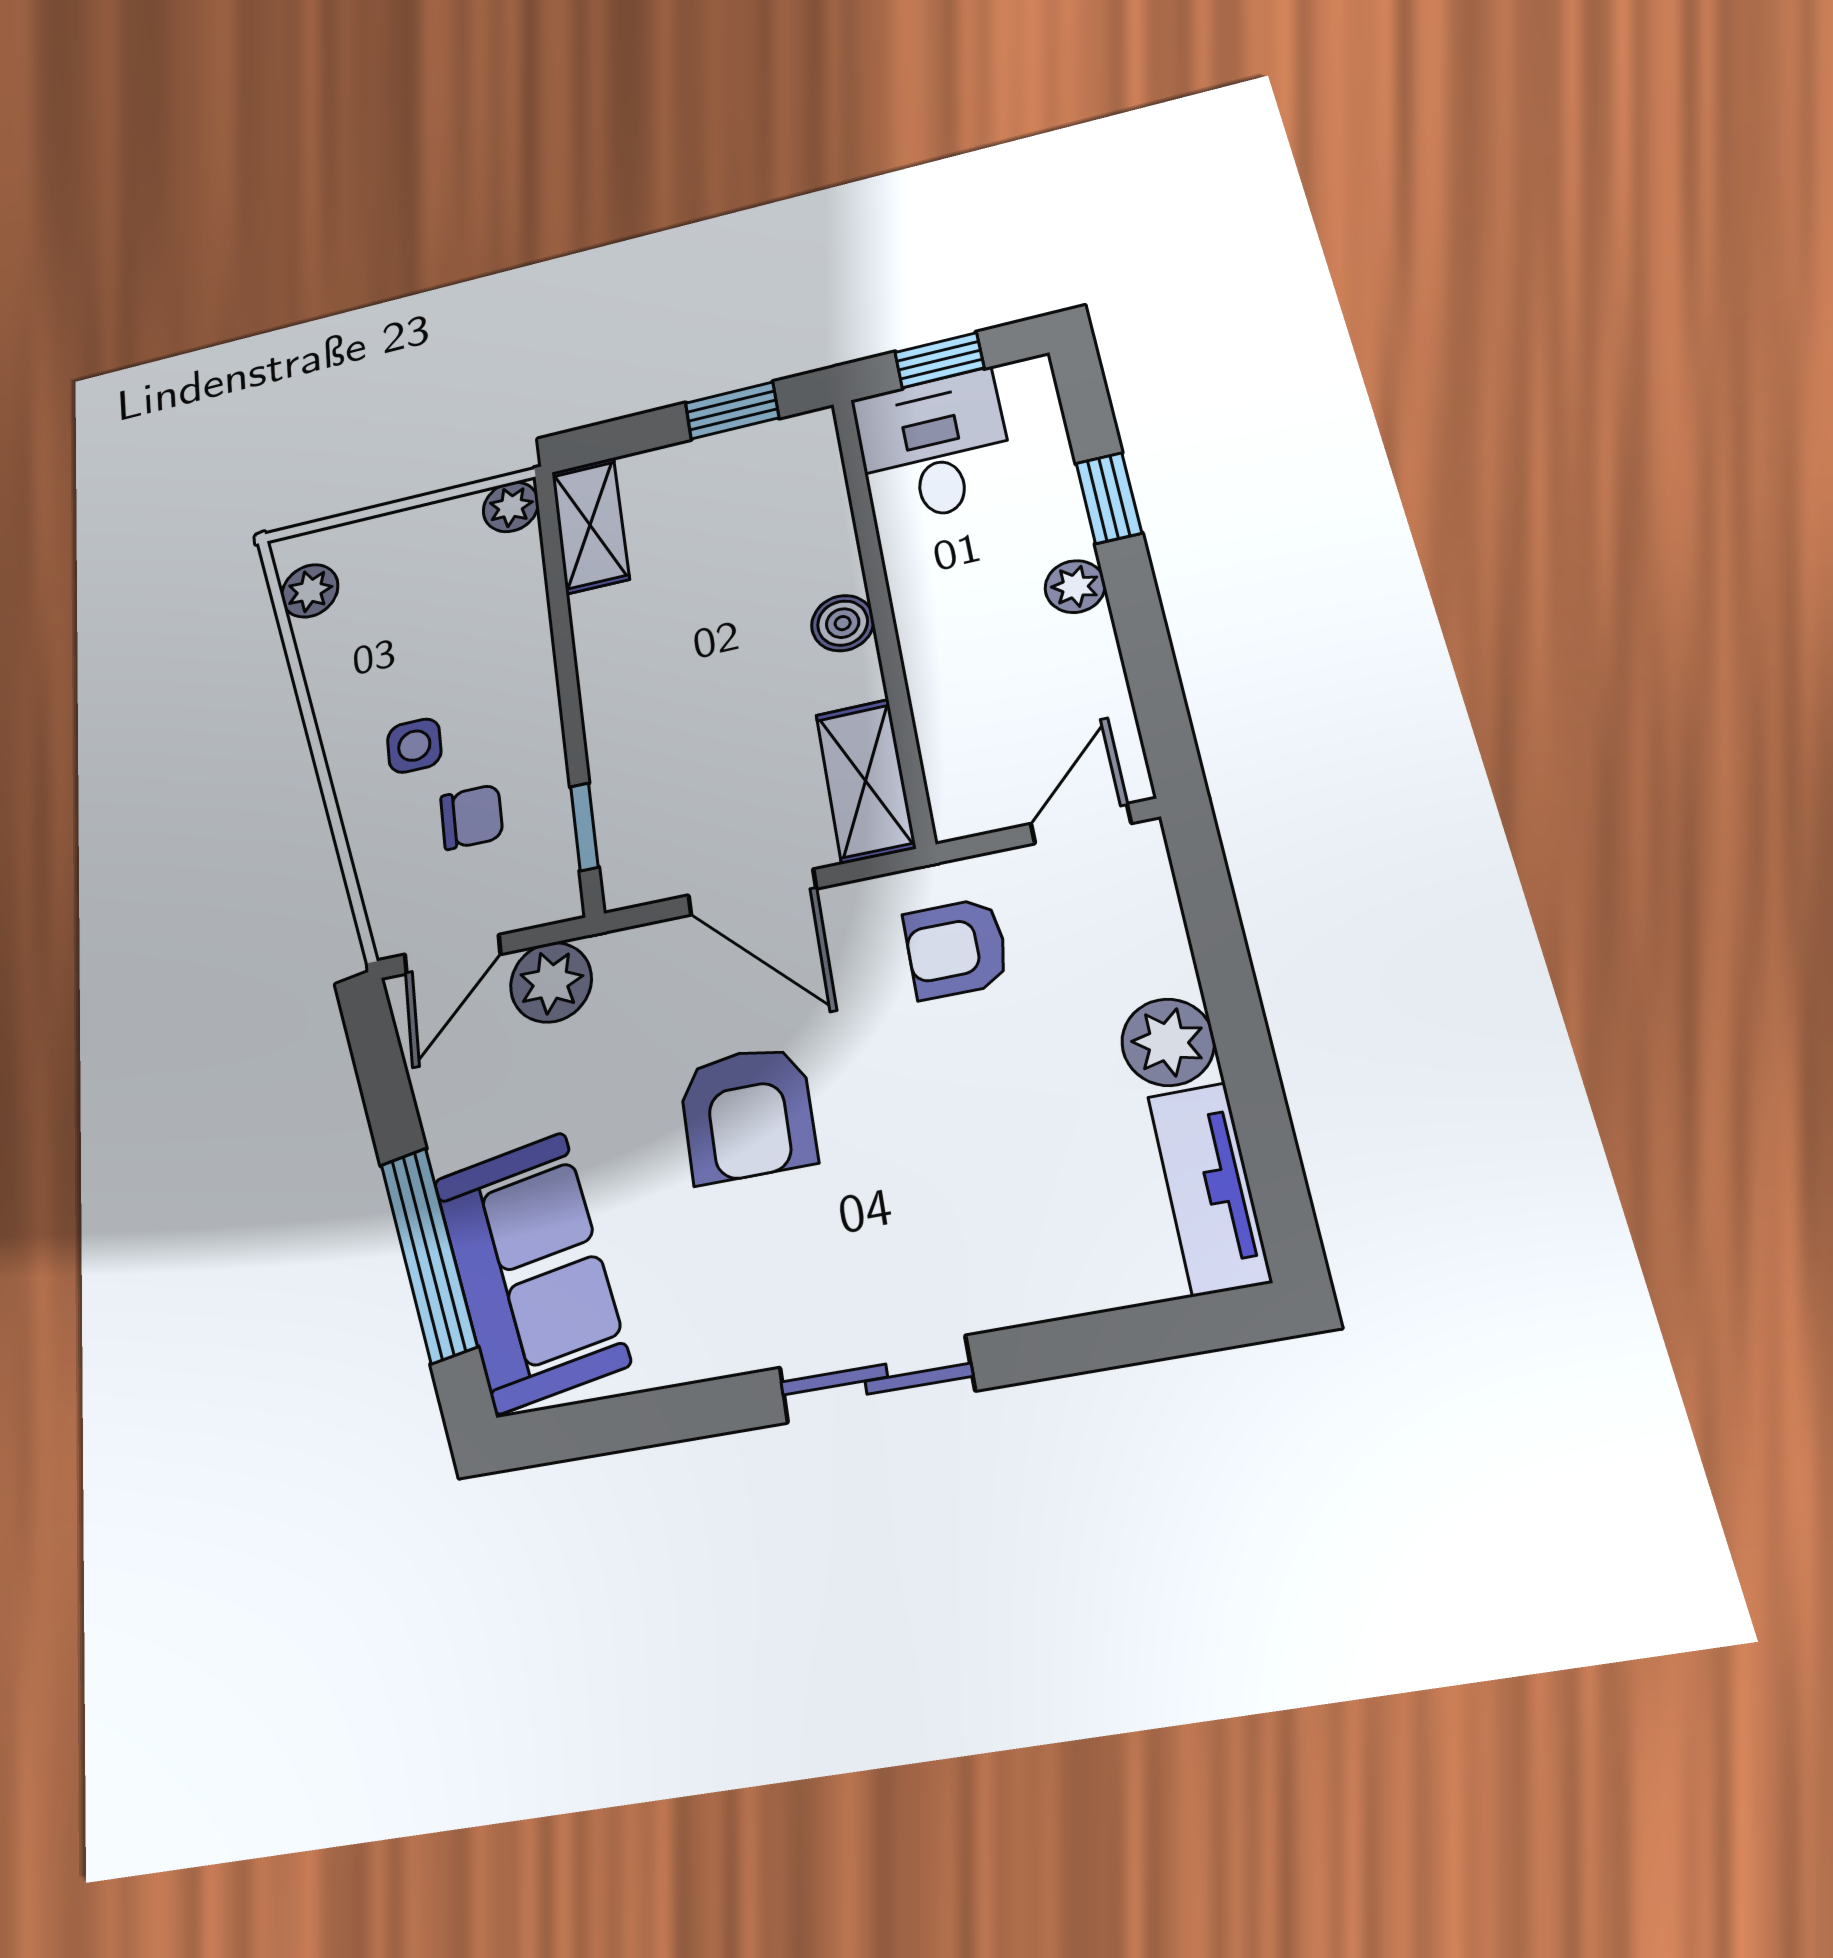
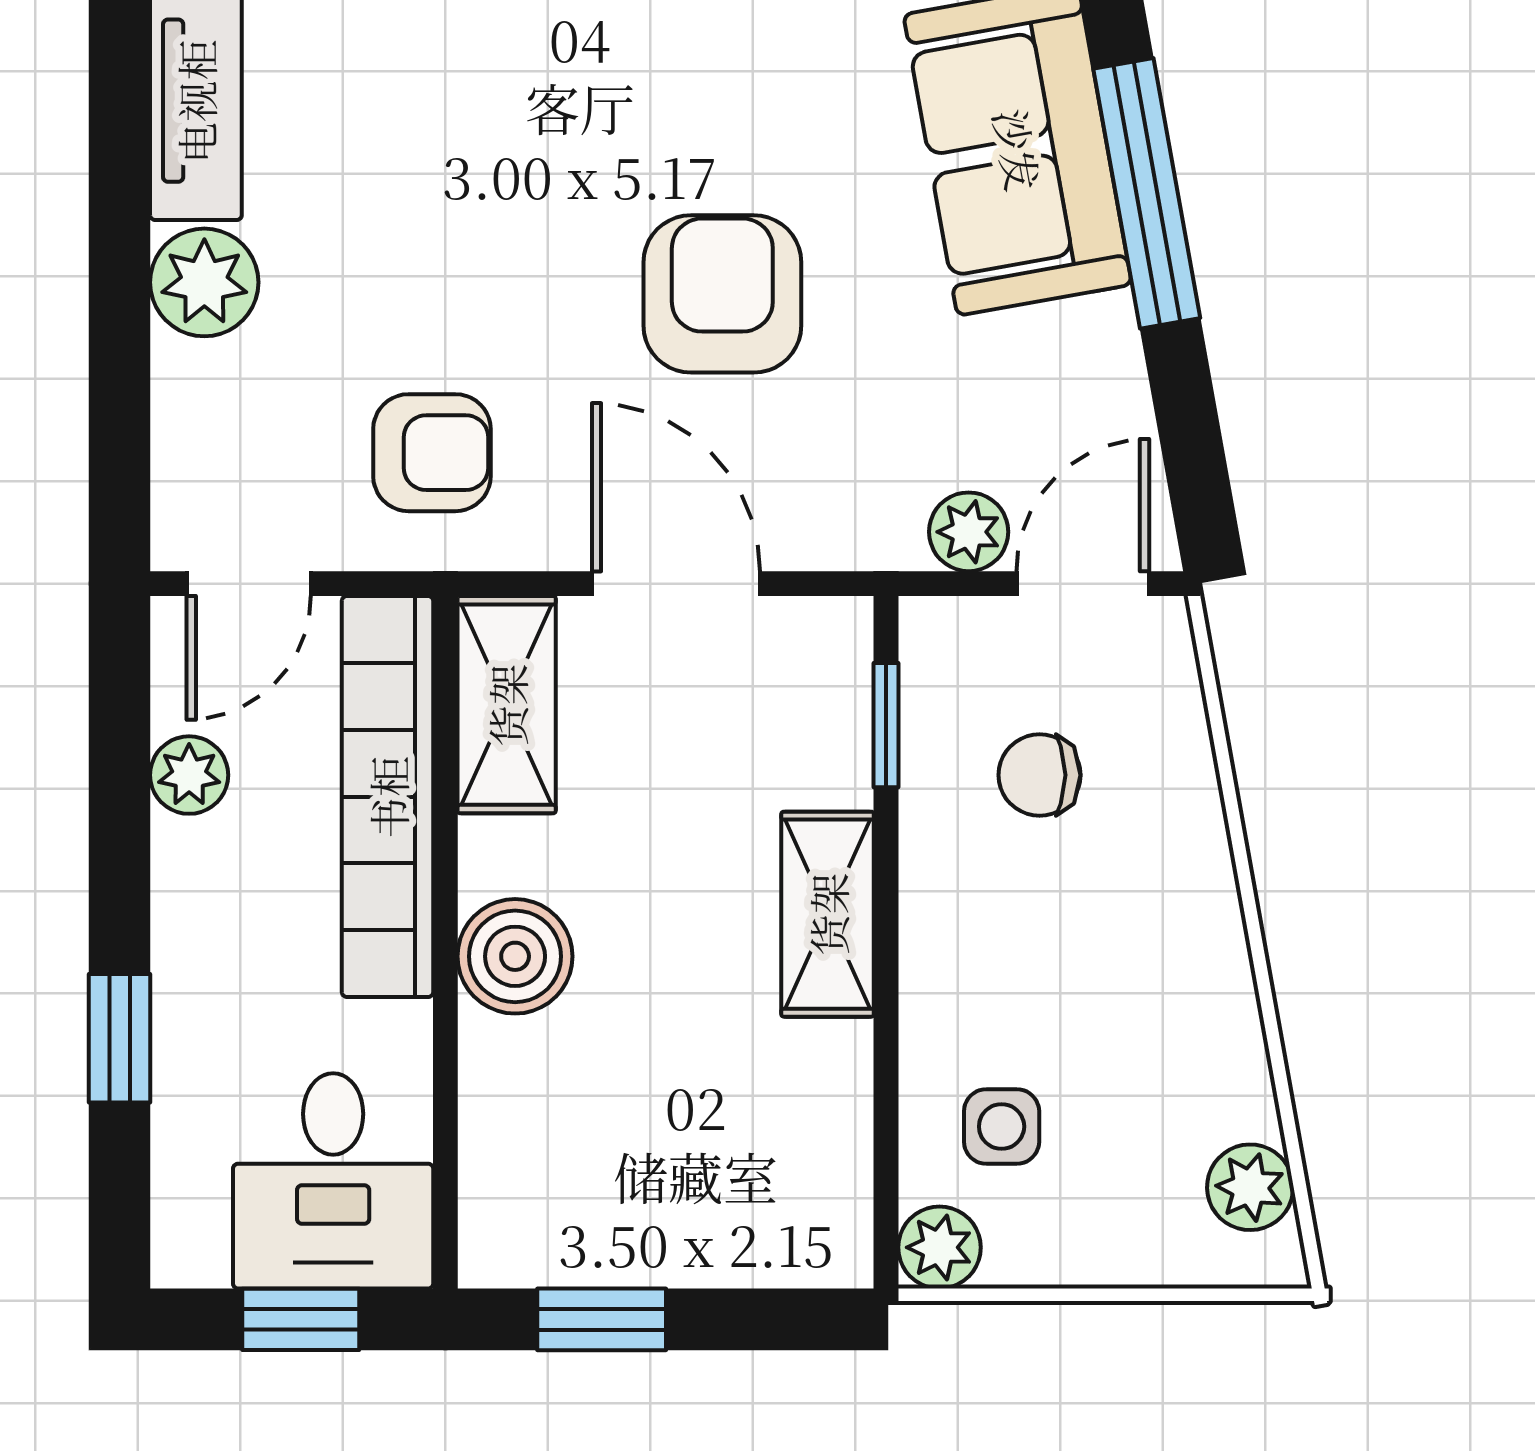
shelving: (590, 525) -> (828, 914), moved
plant: (1075, 587) -> (189, 775), moved
boiler: (843, 623) -> (515, 956), width x1.36, depth x1.36
bookcase: (943, 699) -> (388, 797), added
side table: (414, 746) -> (1002, 1127), moved
plant: (551, 982) -> (969, 532), width x0.73, depth x0.73

